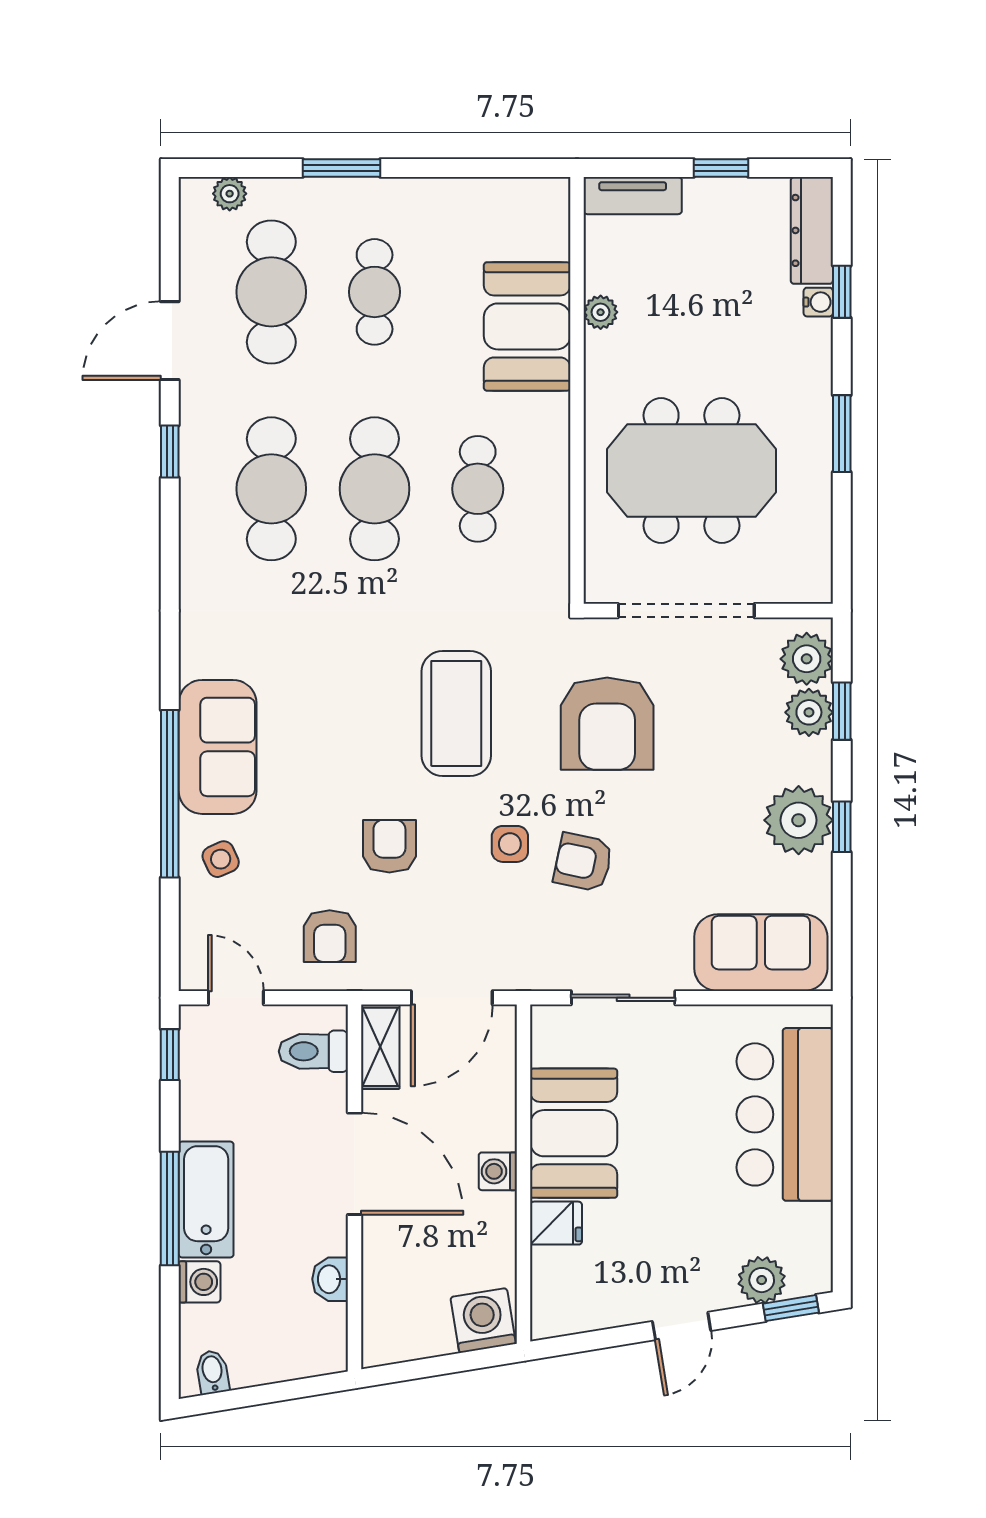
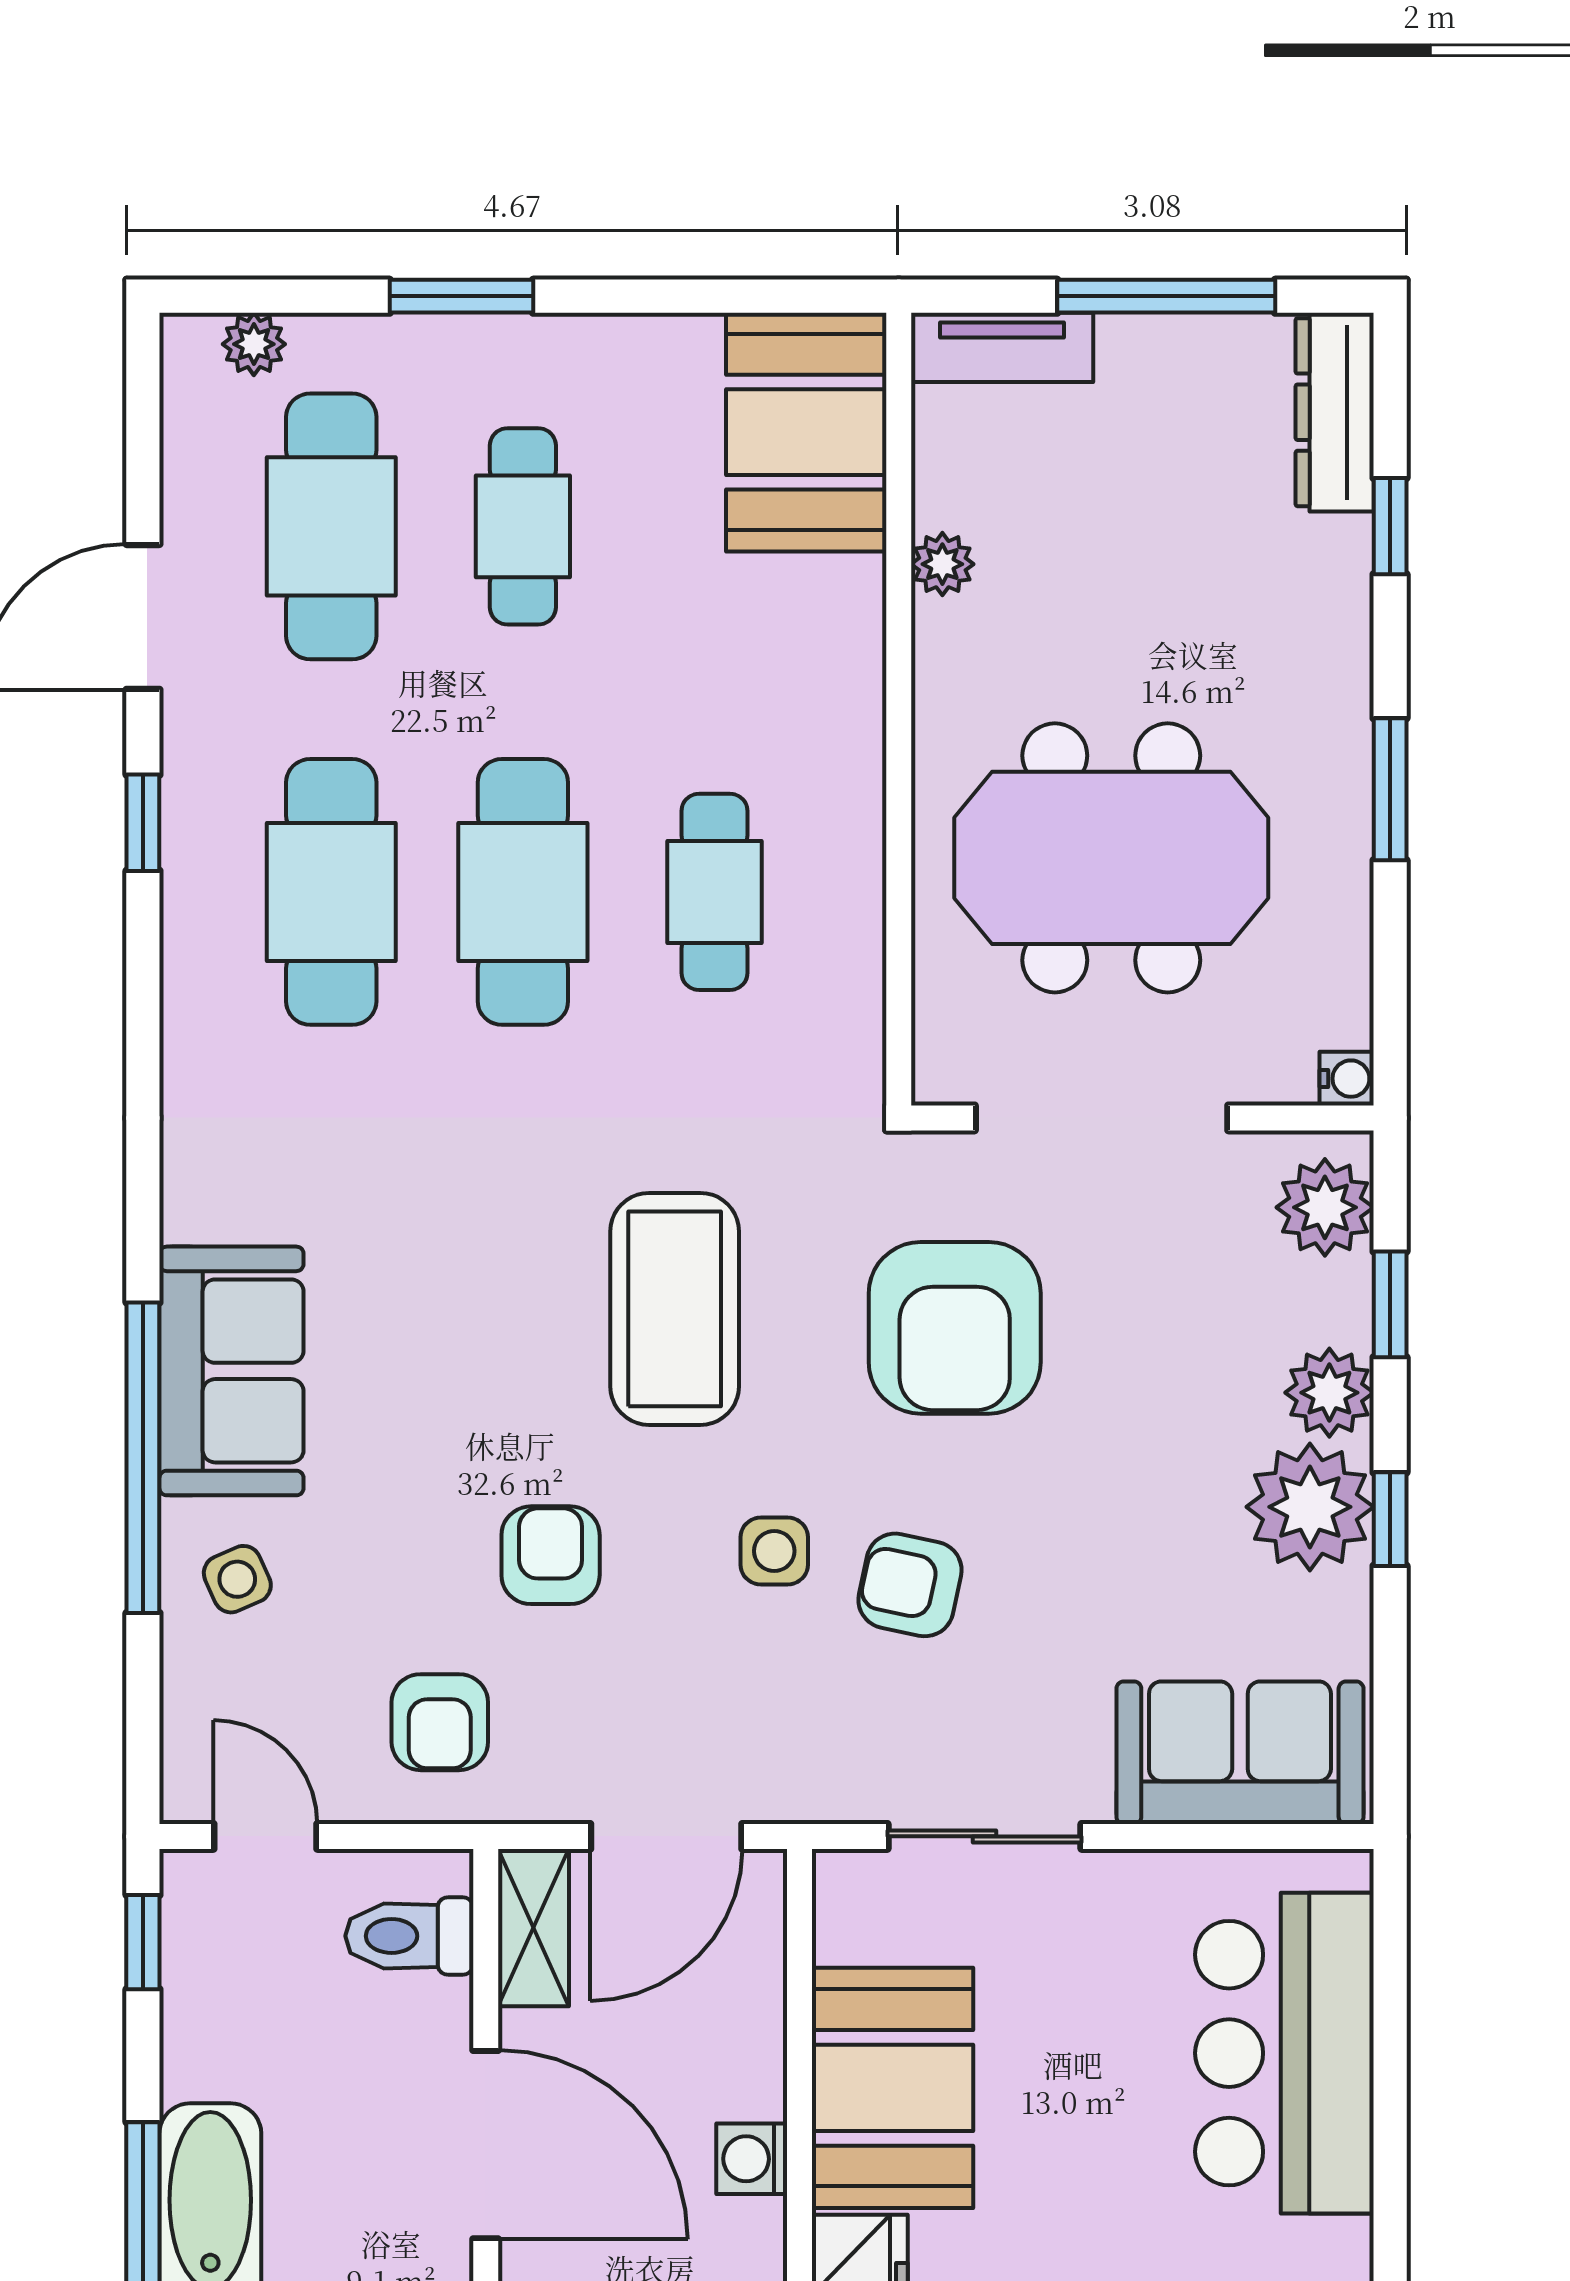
window: (721, 168) -> (1166, 296), width x2.17
water cooler: (818, 302) -> (1347, 1079), moved
booth: (527, 326) -> (806, 432), moved
plant: (809, 712) -> (1329, 1393), moved

